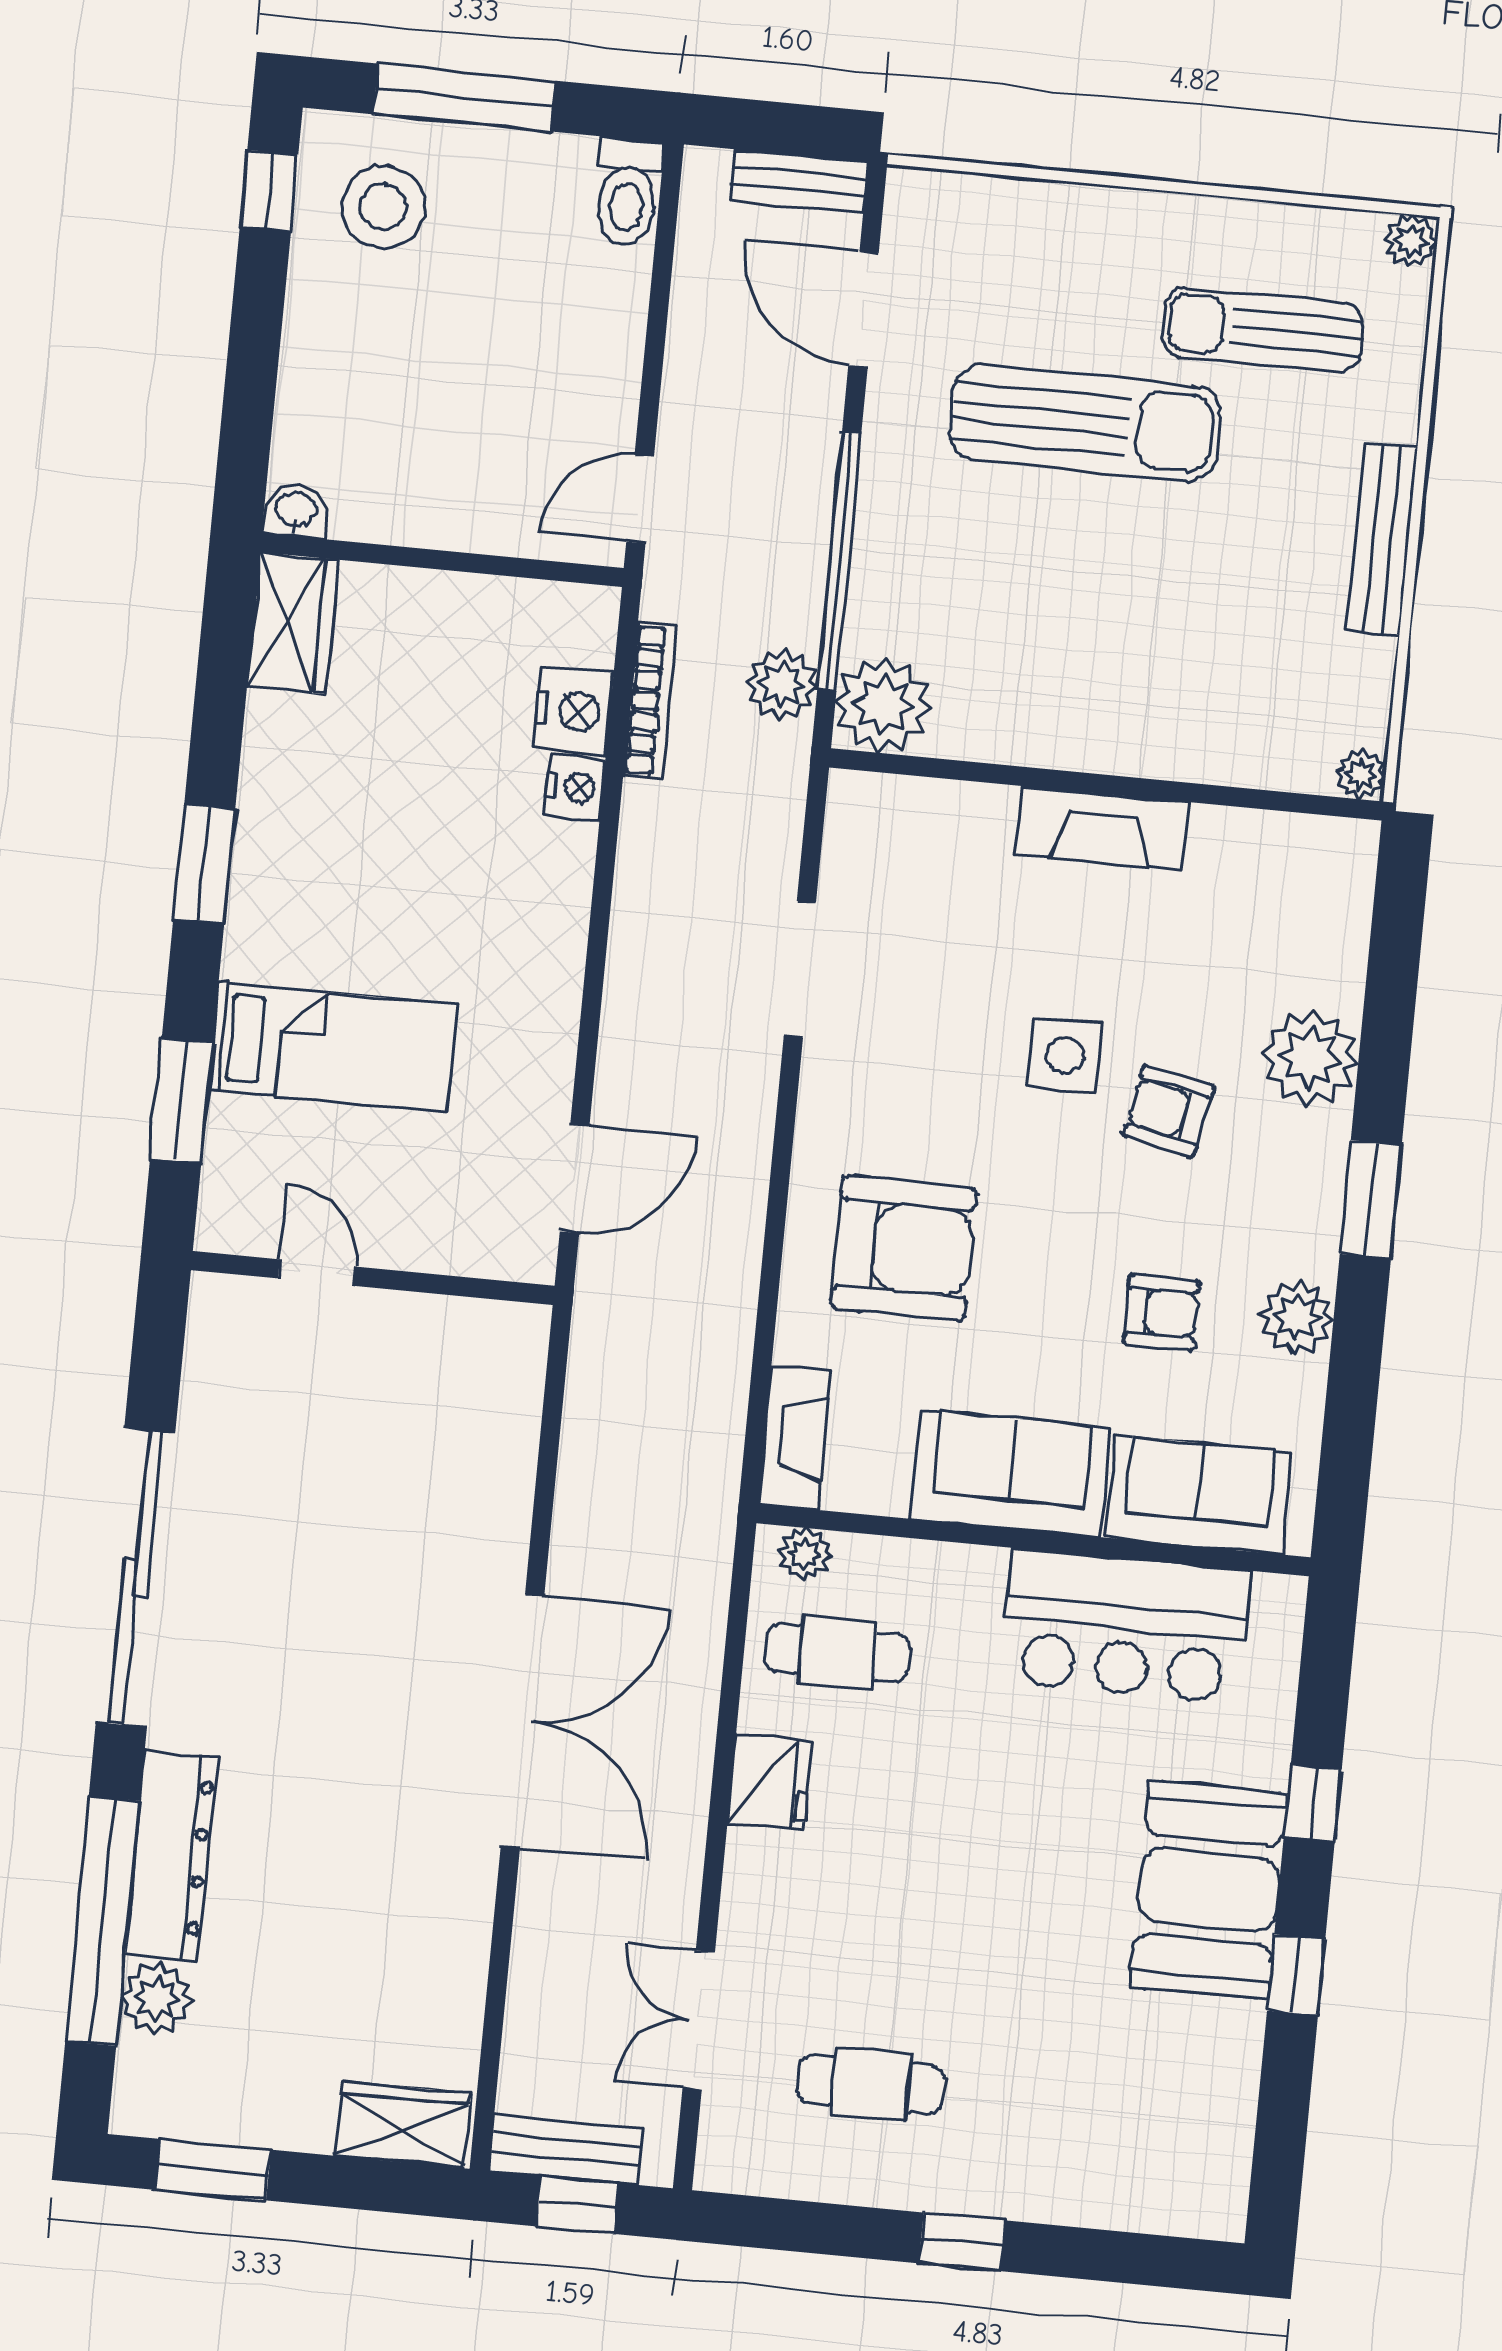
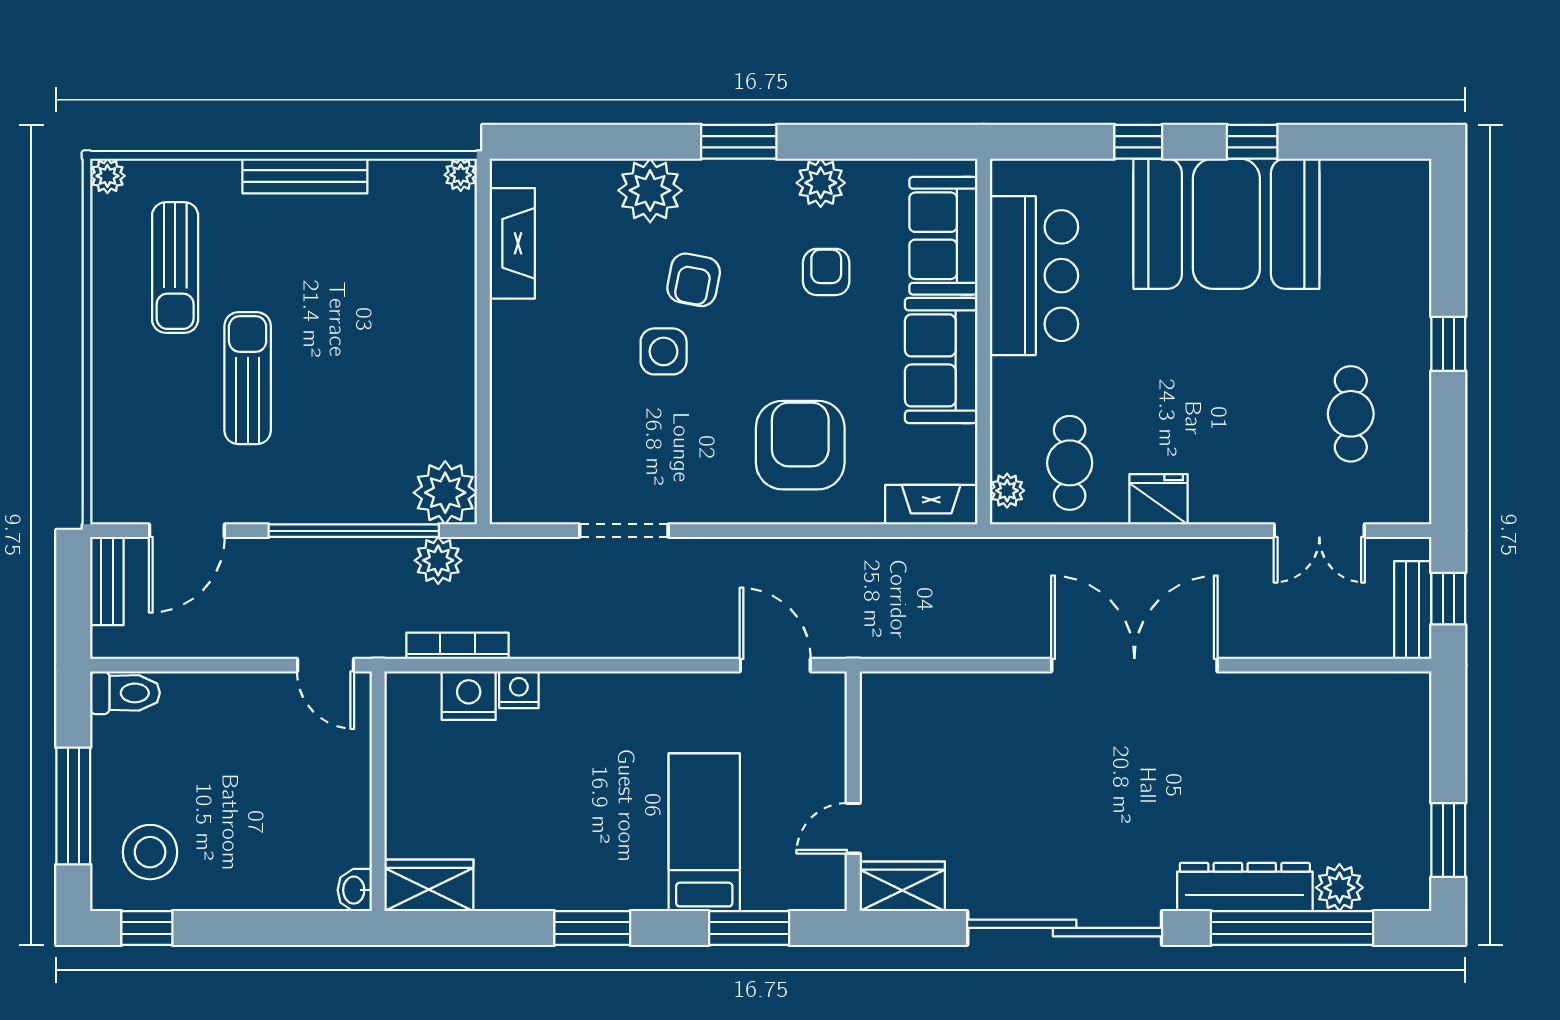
sun lounger: (1085, 423) -> (248, 378), width x0.73, depth x0.75
fireplace: (1102, 828) -> (512, 243), moved
booth: (1209, 1890) -> (1226, 224), width x1.36, depth x1.42
wardrobe: (403, 2125) -> (902, 886), moved, turned 90

